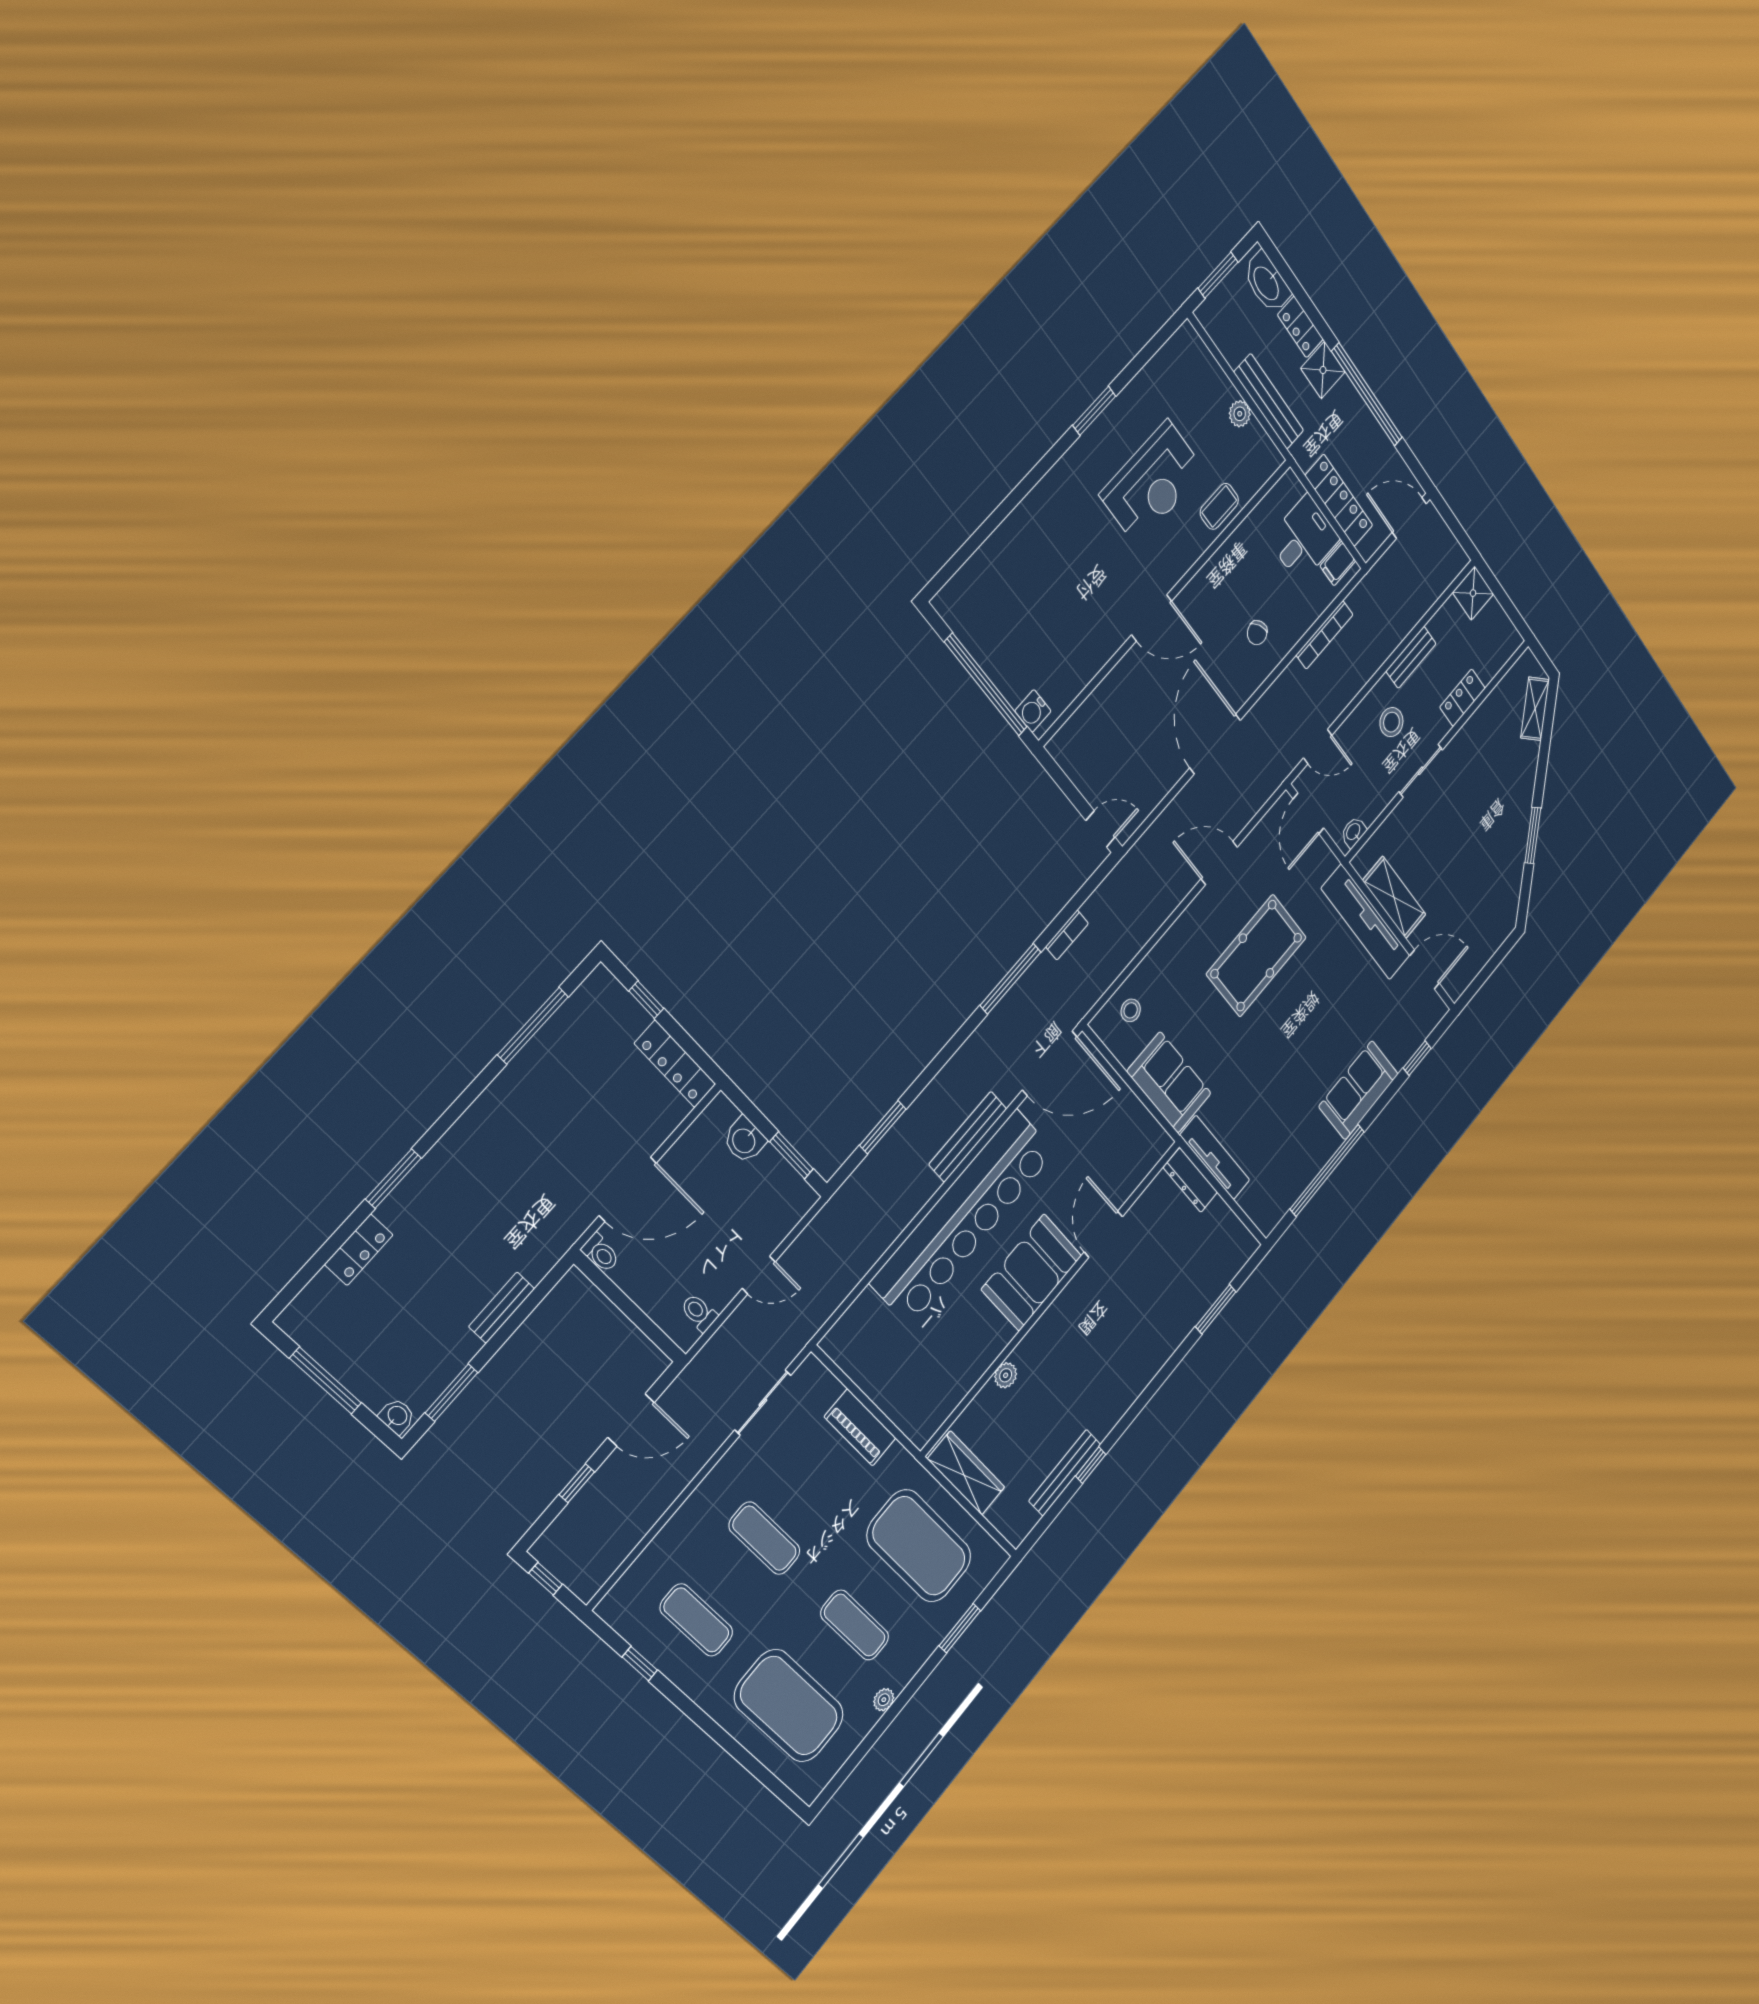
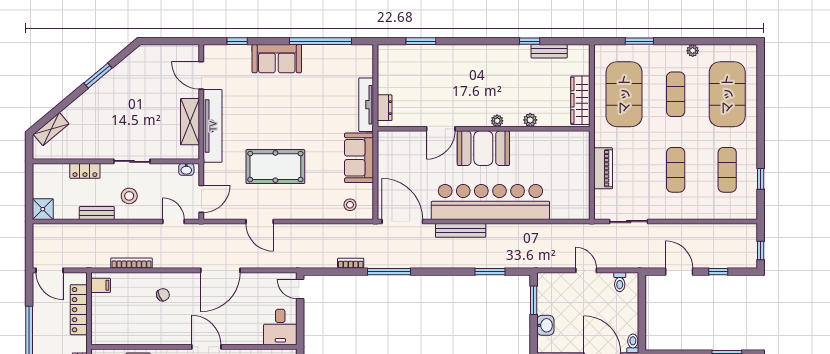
desk: (1304, 539) -> (280, 327), moved, turned -90
dresser: (1191, 1180) -> (385, 108), width x0.70
plant: (1045, 1326) -> (497, 121), added
bench: (1065, 1473) -> (549, 51), width x0.73

